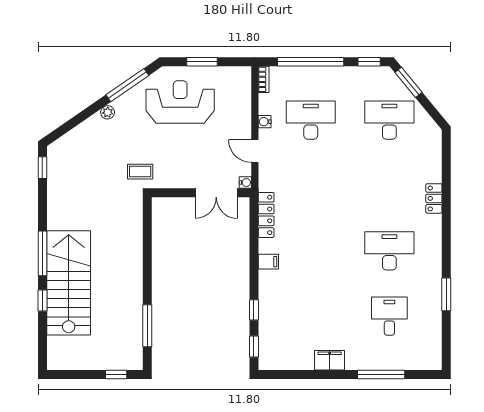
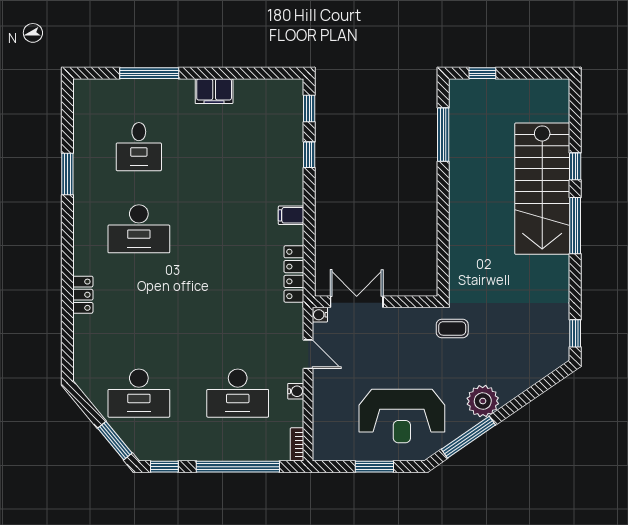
plant: (108, 112) -> (483, 401), width x1.88, depth x1.88

